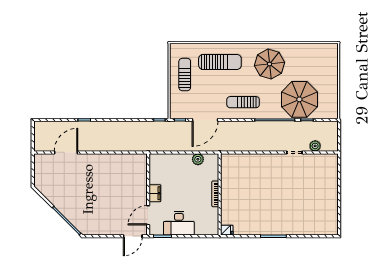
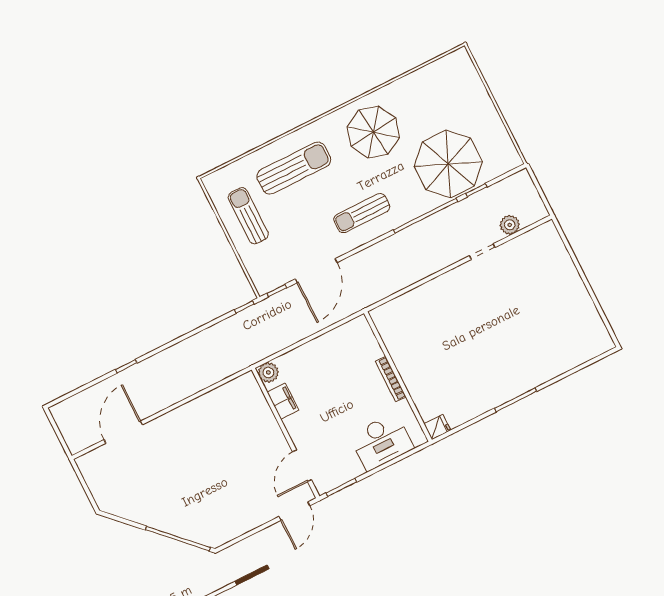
plant: (198, 159) -> (268, 372), moved
filing cabinet: (155, 193) -> (283, 401), moved
desk: (179, 223) -> (381, 442), moved

